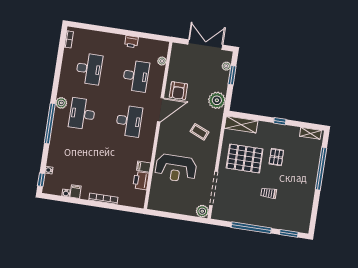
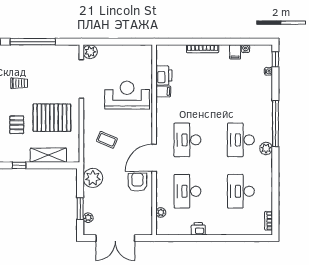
desk: (82, 114) -> (241, 140), turned 180
shelving: (241, 124) -> (48, 155), moved

